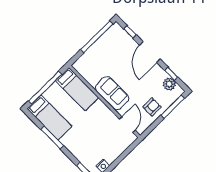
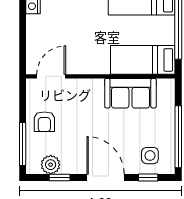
side table: (119, 41) -> (150, 156), added
sofa: (112, 93) -> (130, 93), moved
door: (127, 125) -> (51, 76), swing flipped

